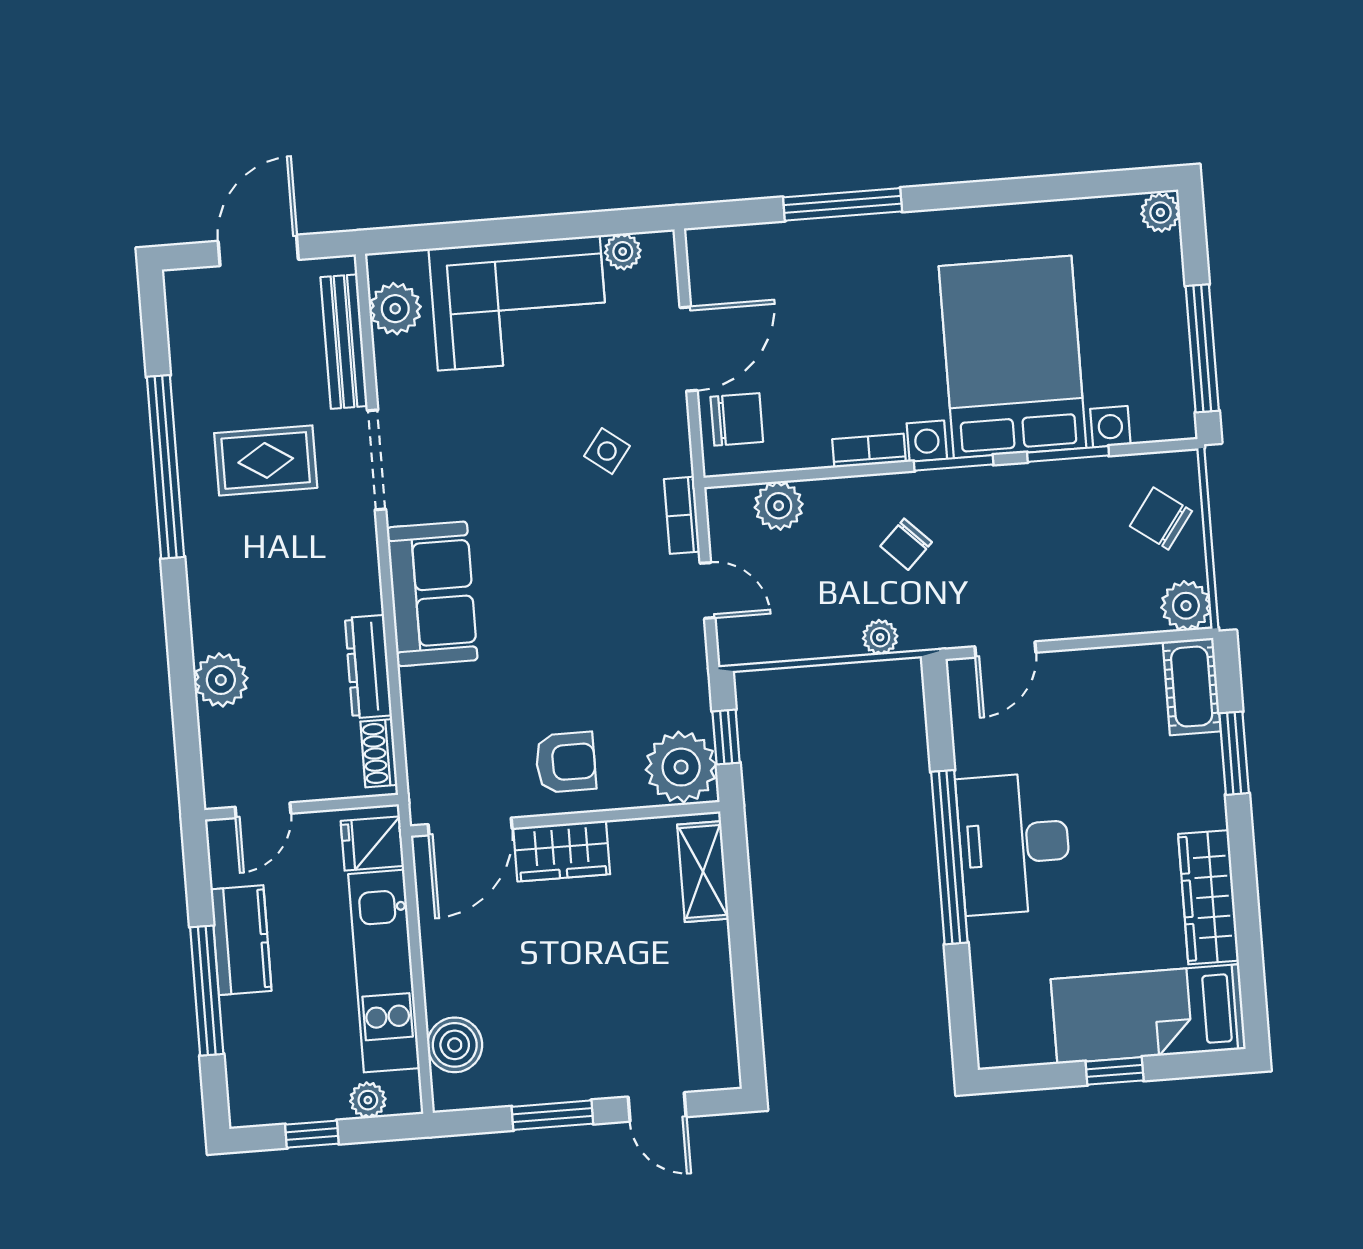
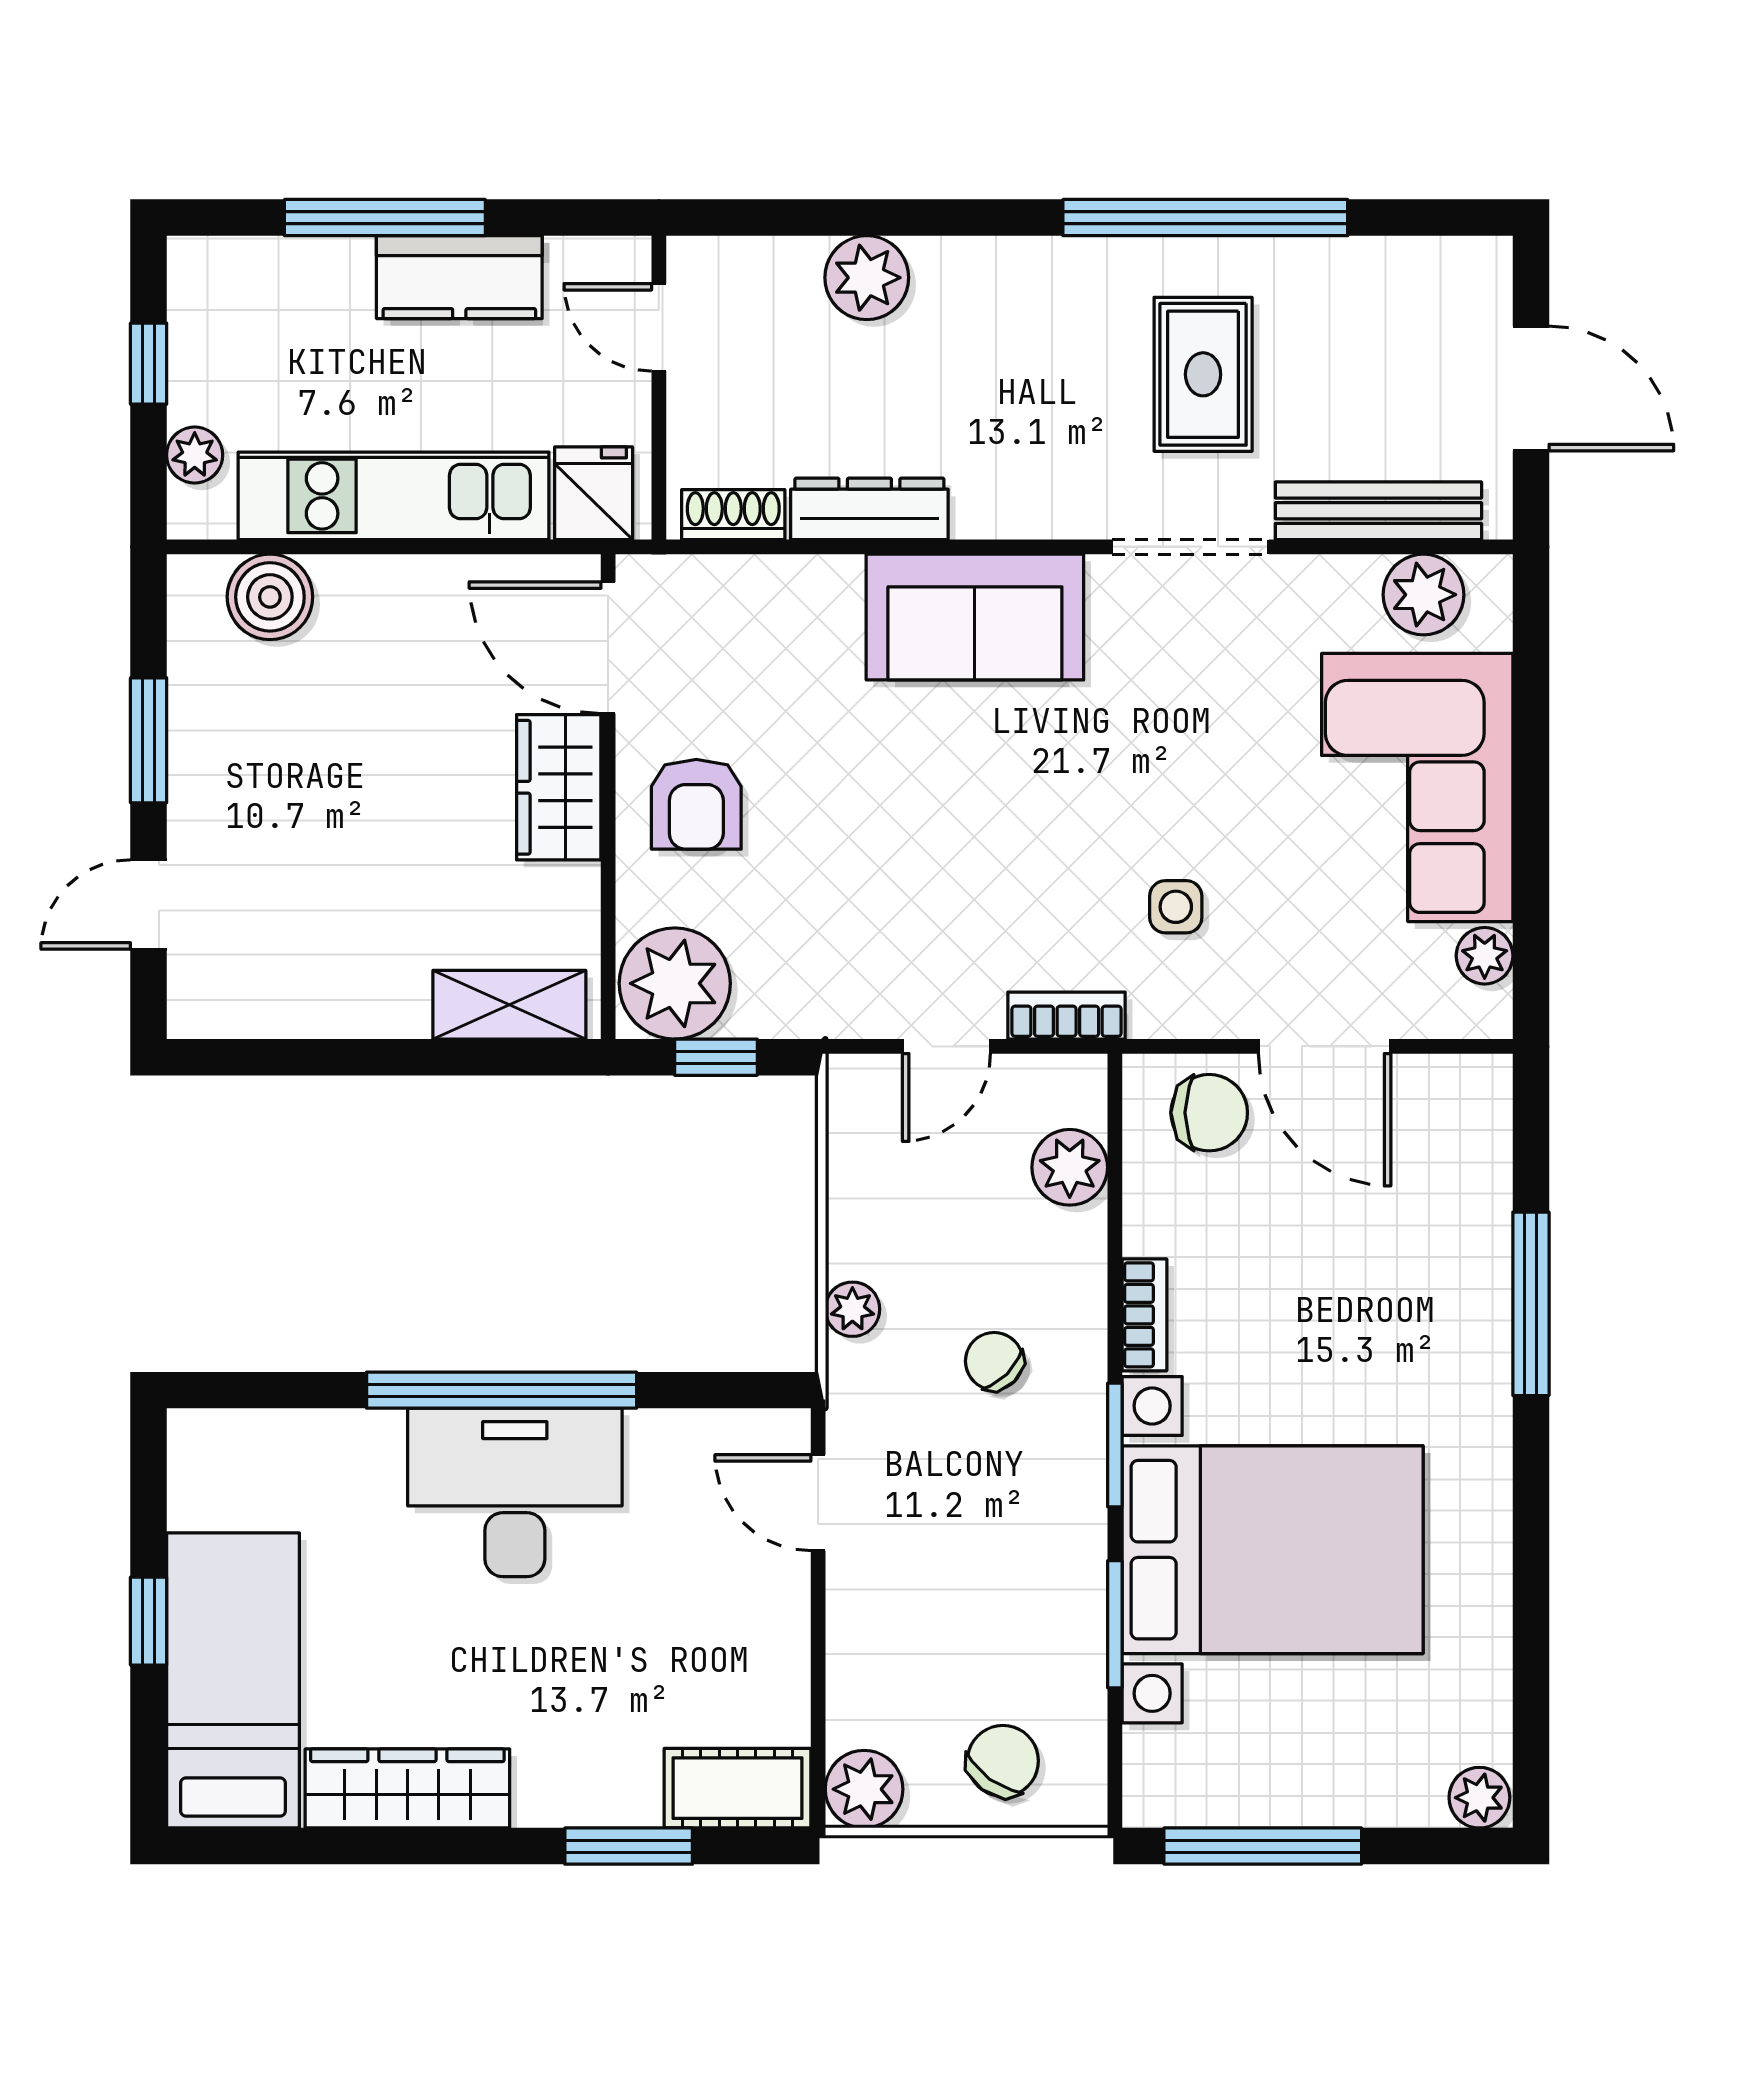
chair: (737, 419) -> (1209, 1113), turned -90
side table: (607, 451) -> (1176, 907), turned -37

